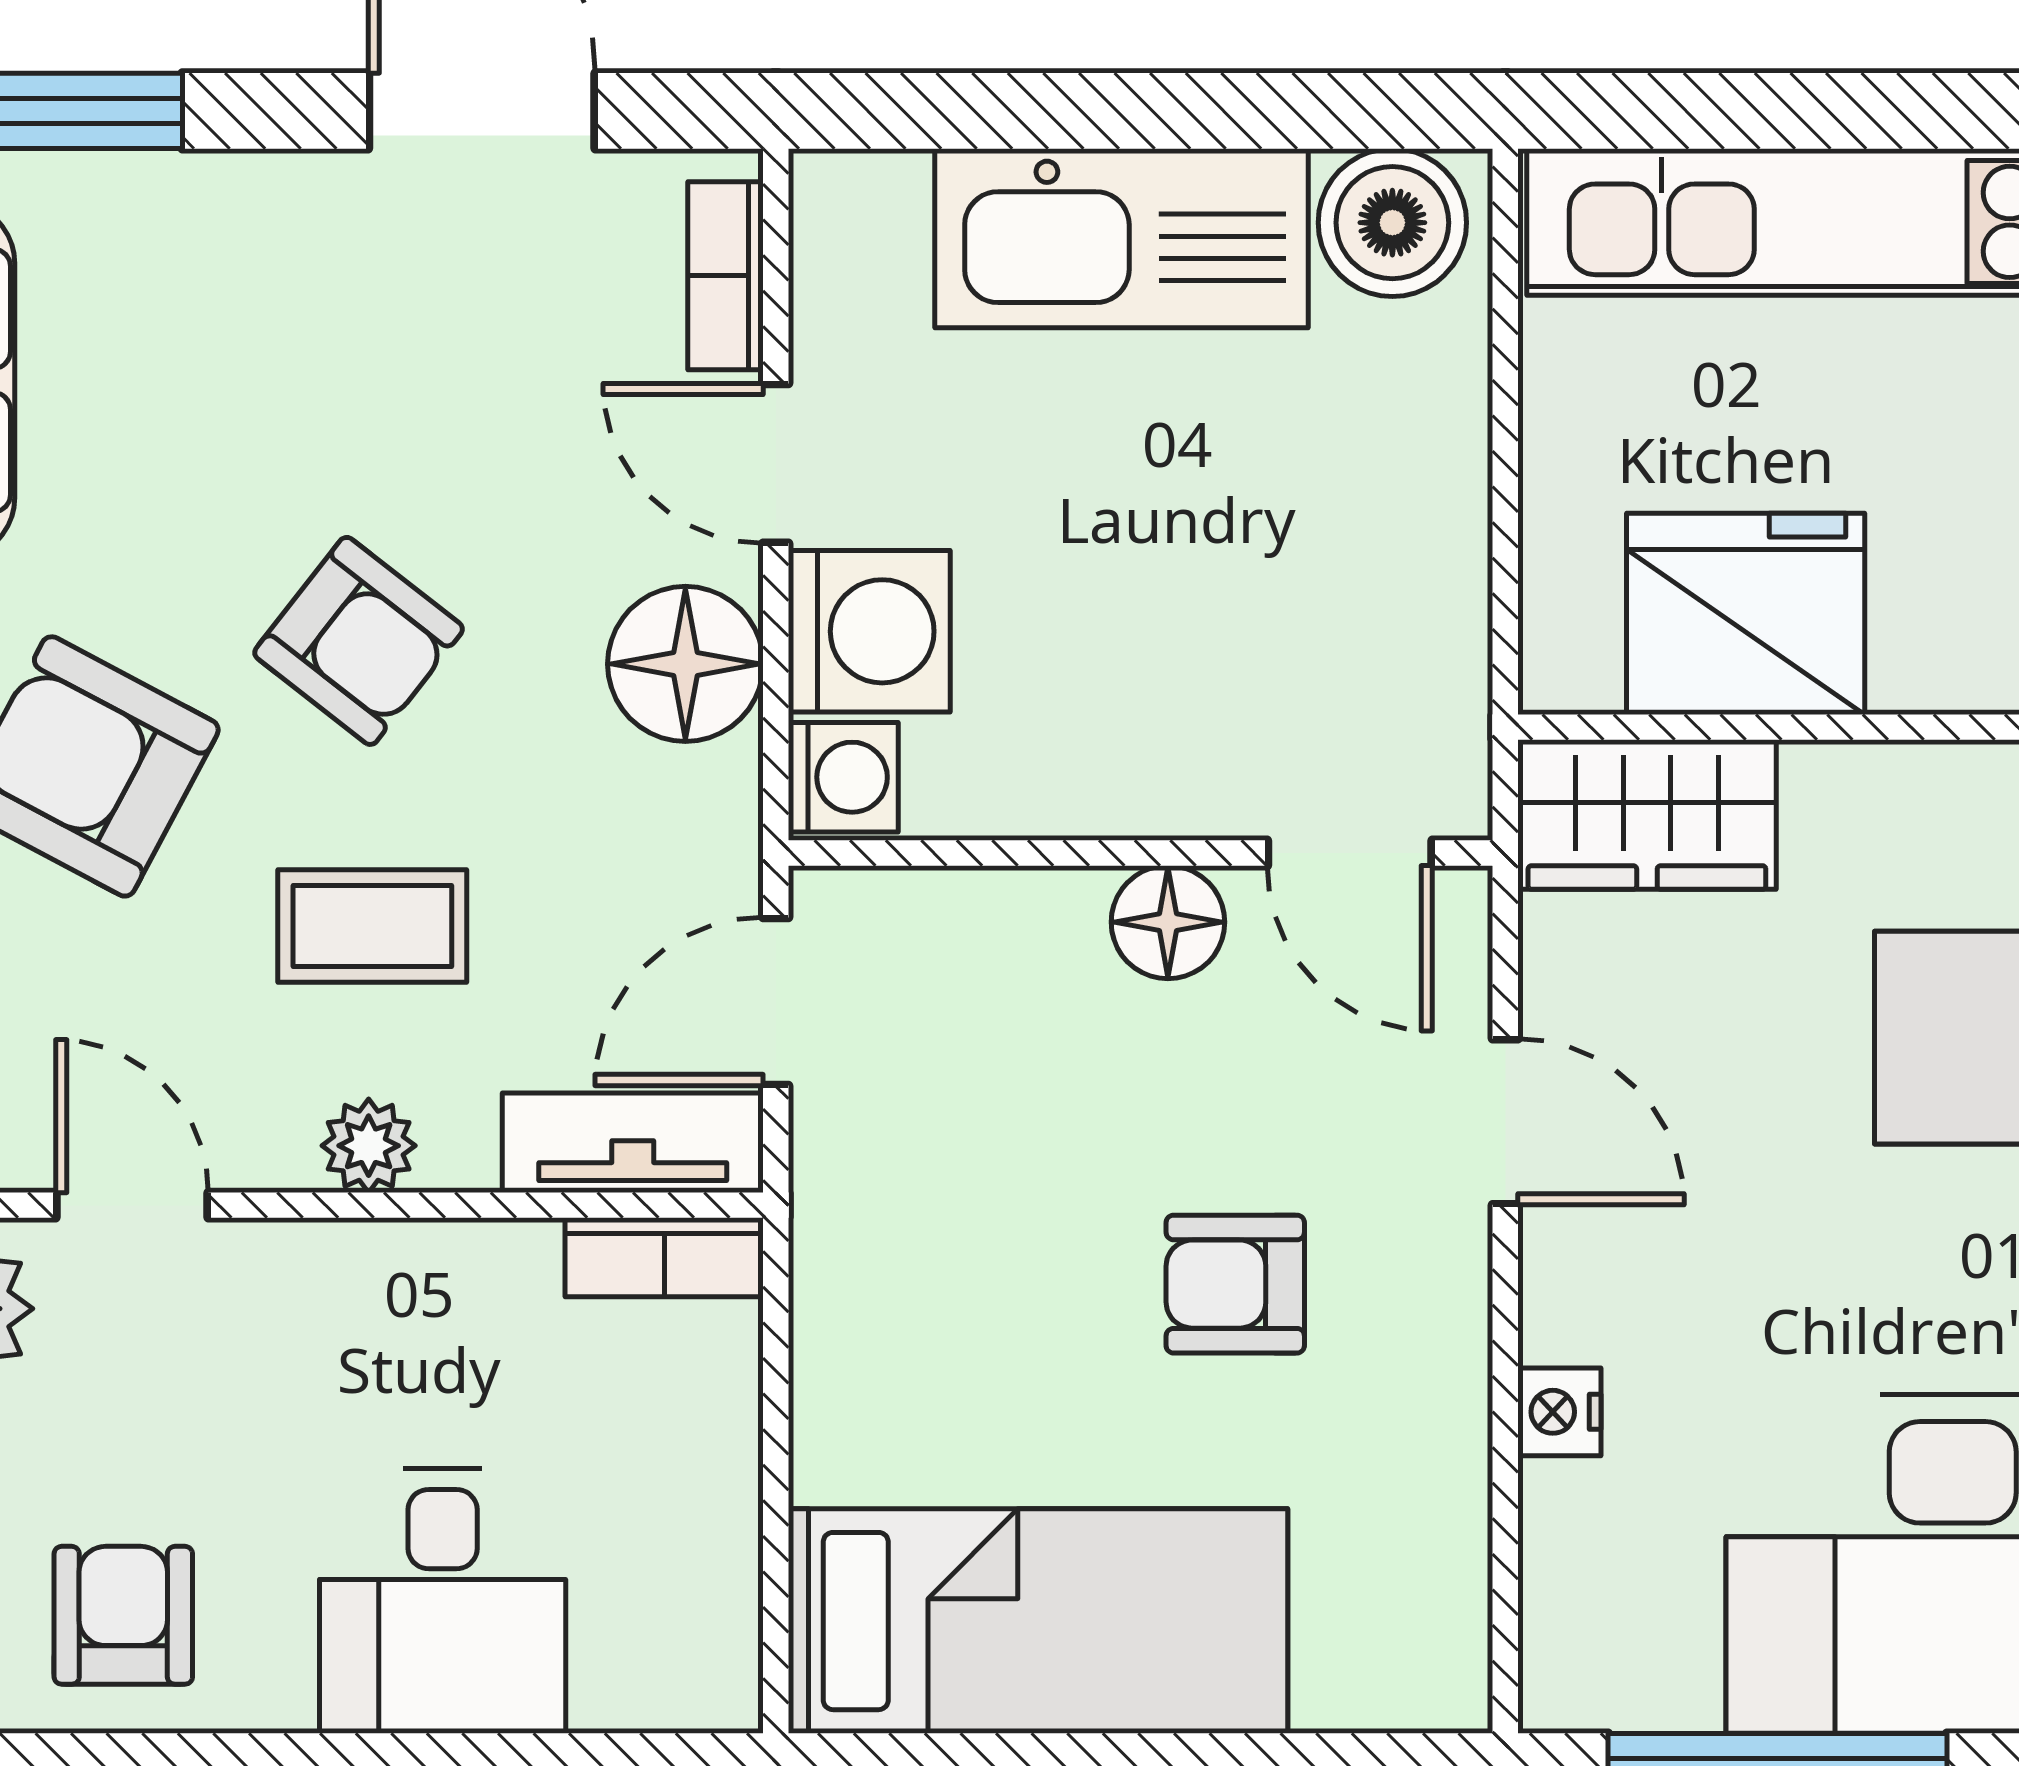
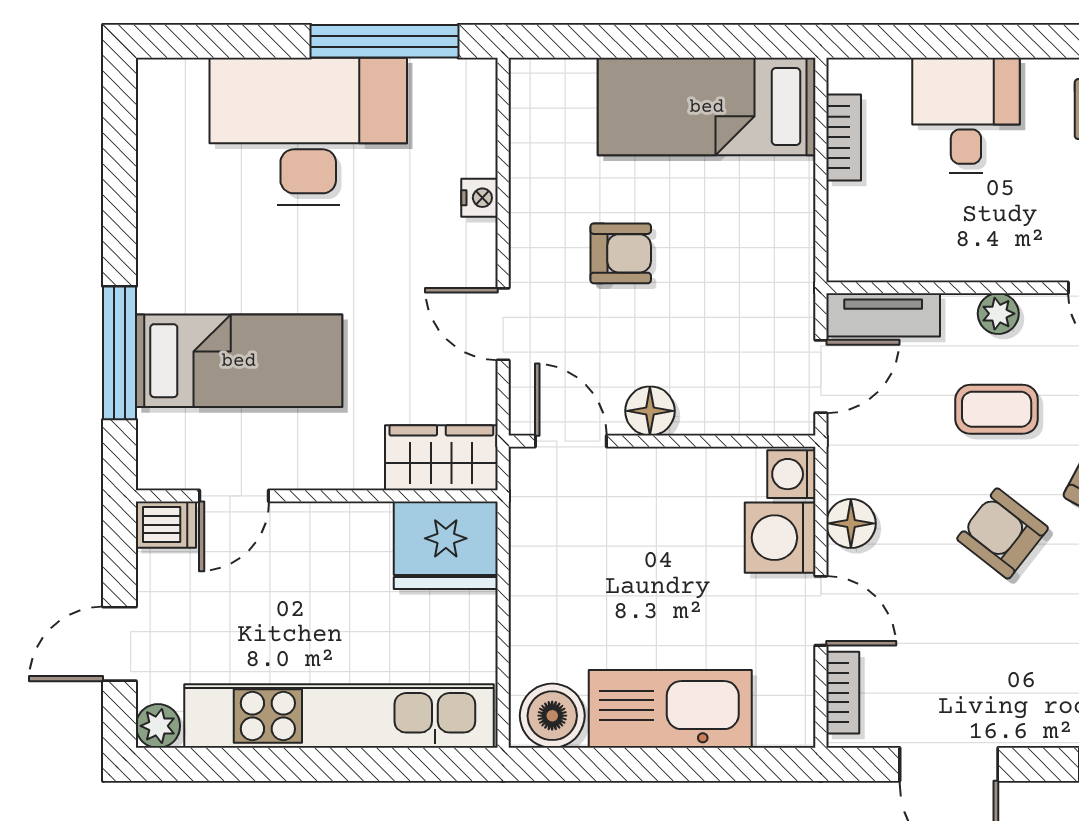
fridge: (1746, 614) -> (446, 545), moved
floor lamp: (685, 664) -> (851, 523), width x0.73, depth x0.73
bookcase: (664, 1257) -> (844, 137), moved, turned 90

